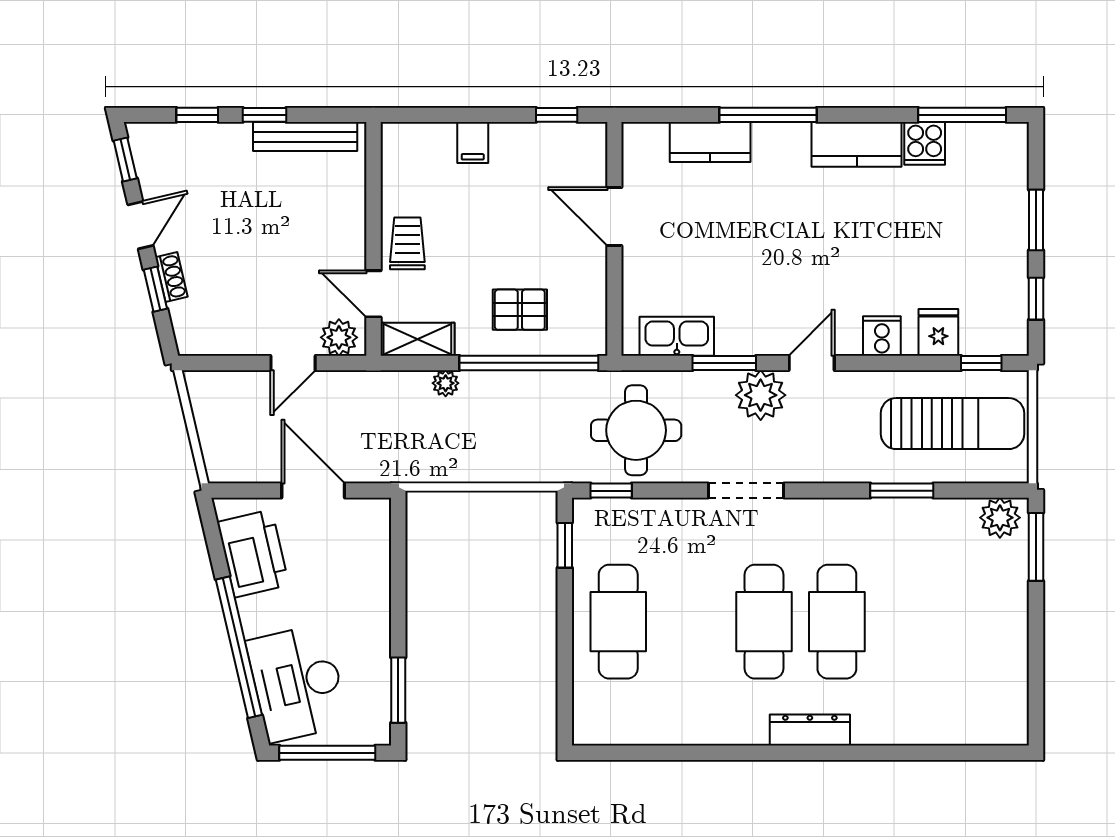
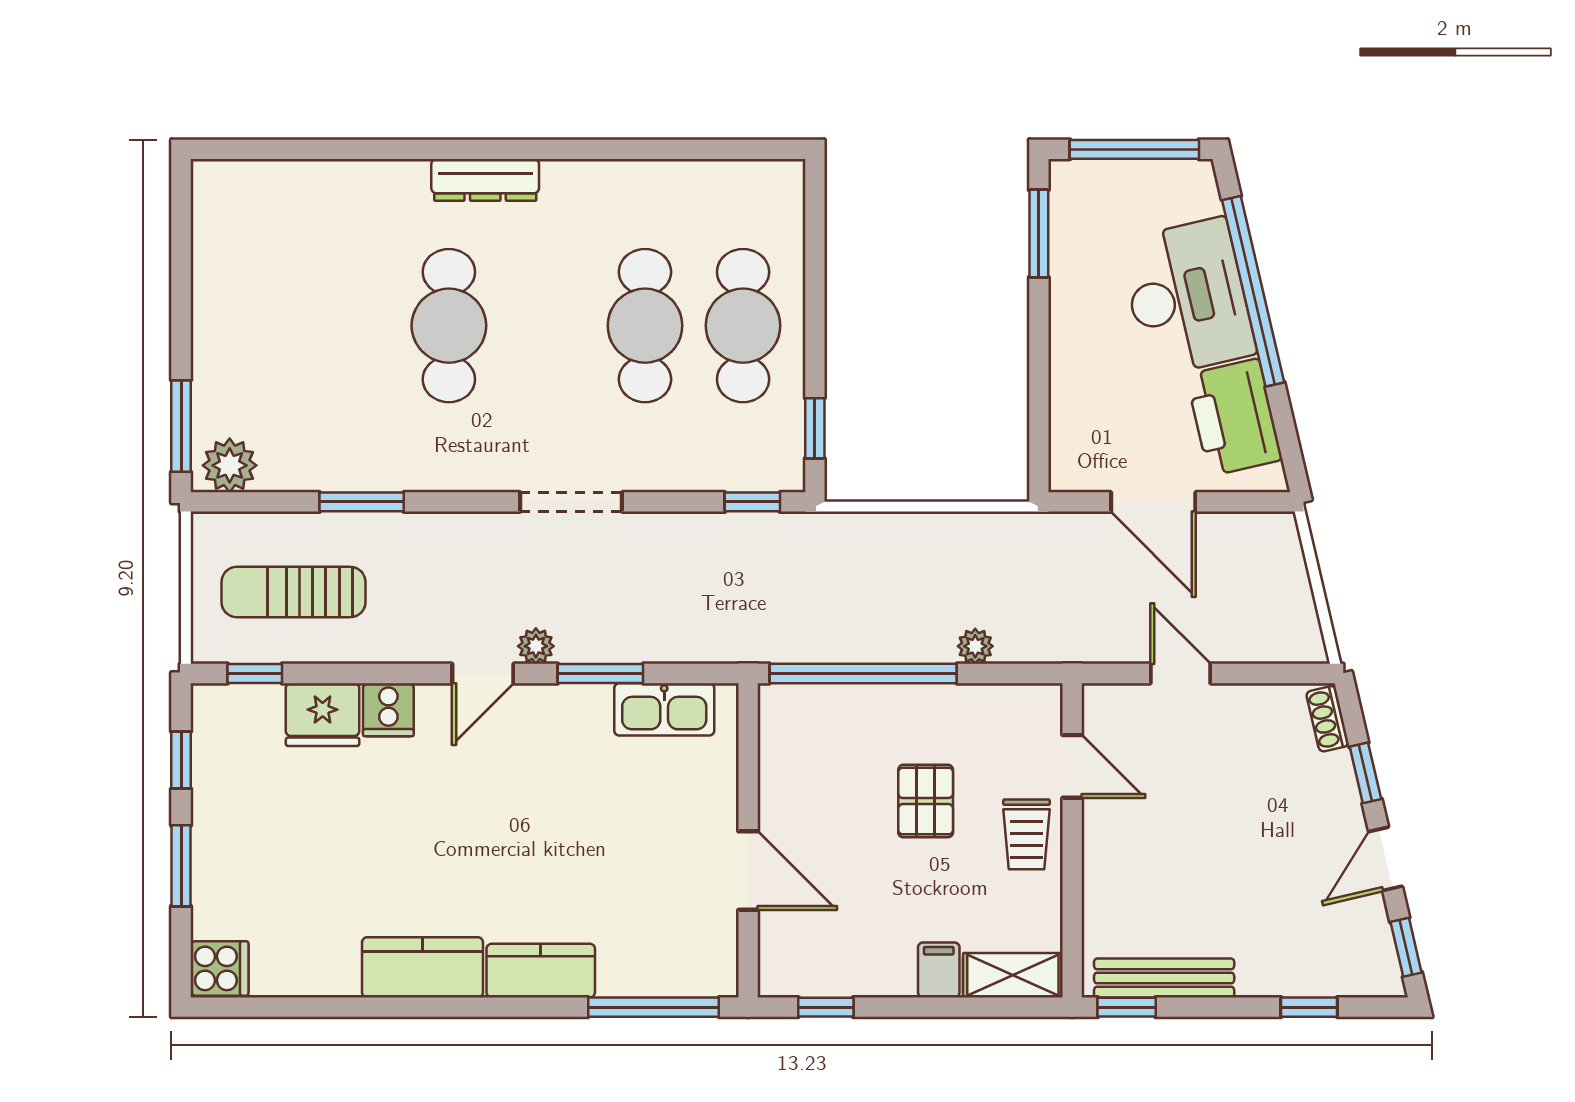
window: (265, 115) -> (1127, 1007), moved
window: (768, 115) -> (654, 1007), moved
window: (962, 115) -> (280, 1007), removed
kitchen counter: (710, 142) -> (541, 971), moved
cooker: (925, 143) -> (219, 968), moved, turned 90
shoe rack: (171, 277) -> (1328, 719), moved
pallet: (520, 310) -> (926, 801), moved, turned 90
fridge: (938, 332) -> (323, 715), width x1.38
plant: (339, 337) -> (1119, 708), removed
shelving: (417, 339) -> (1013, 975), moved
door: (293, 363) -> (1180, 674), hinge flipped
plant: (761, 395) -> (536, 646), width x0.53, depth x0.53
sun lounger: (952, 424) -> (294, 592), width x0.73, depth x0.75
round table: (636, 430) -> (719, 583), removed
cafe table: (764, 622) -> (645, 326), moved
desk: (297, 683) -> (1187, 297), moved

